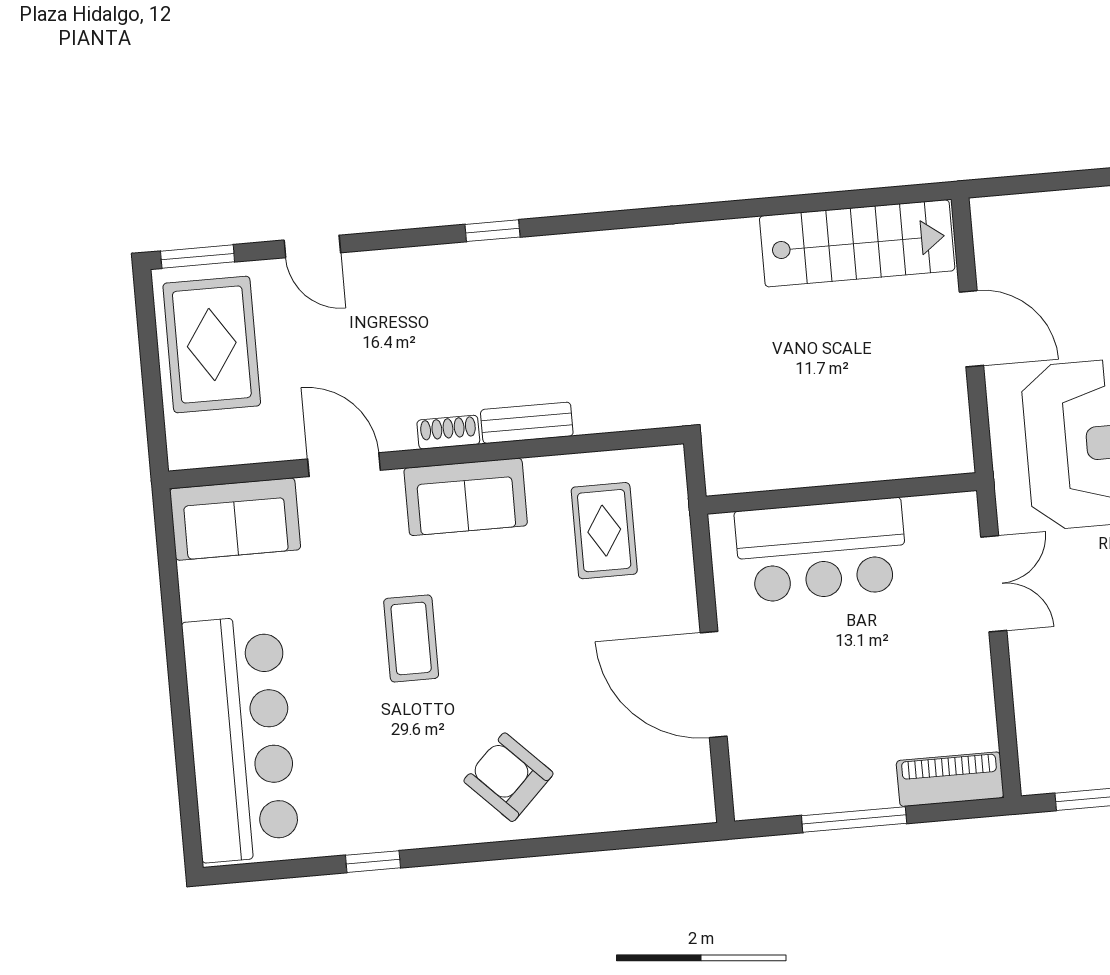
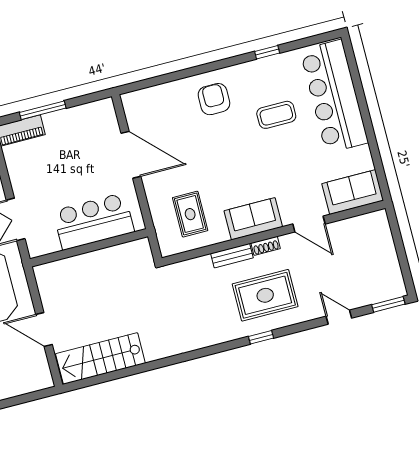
rug: (212, 345) -> (265, 295), moved, turned 90
coffee table: (411, 638) -> (276, 115), moved, turned 90
armchair: (508, 777) -> (214, 99), turned -135
window: (854, 820) -> (43, 110), moved

